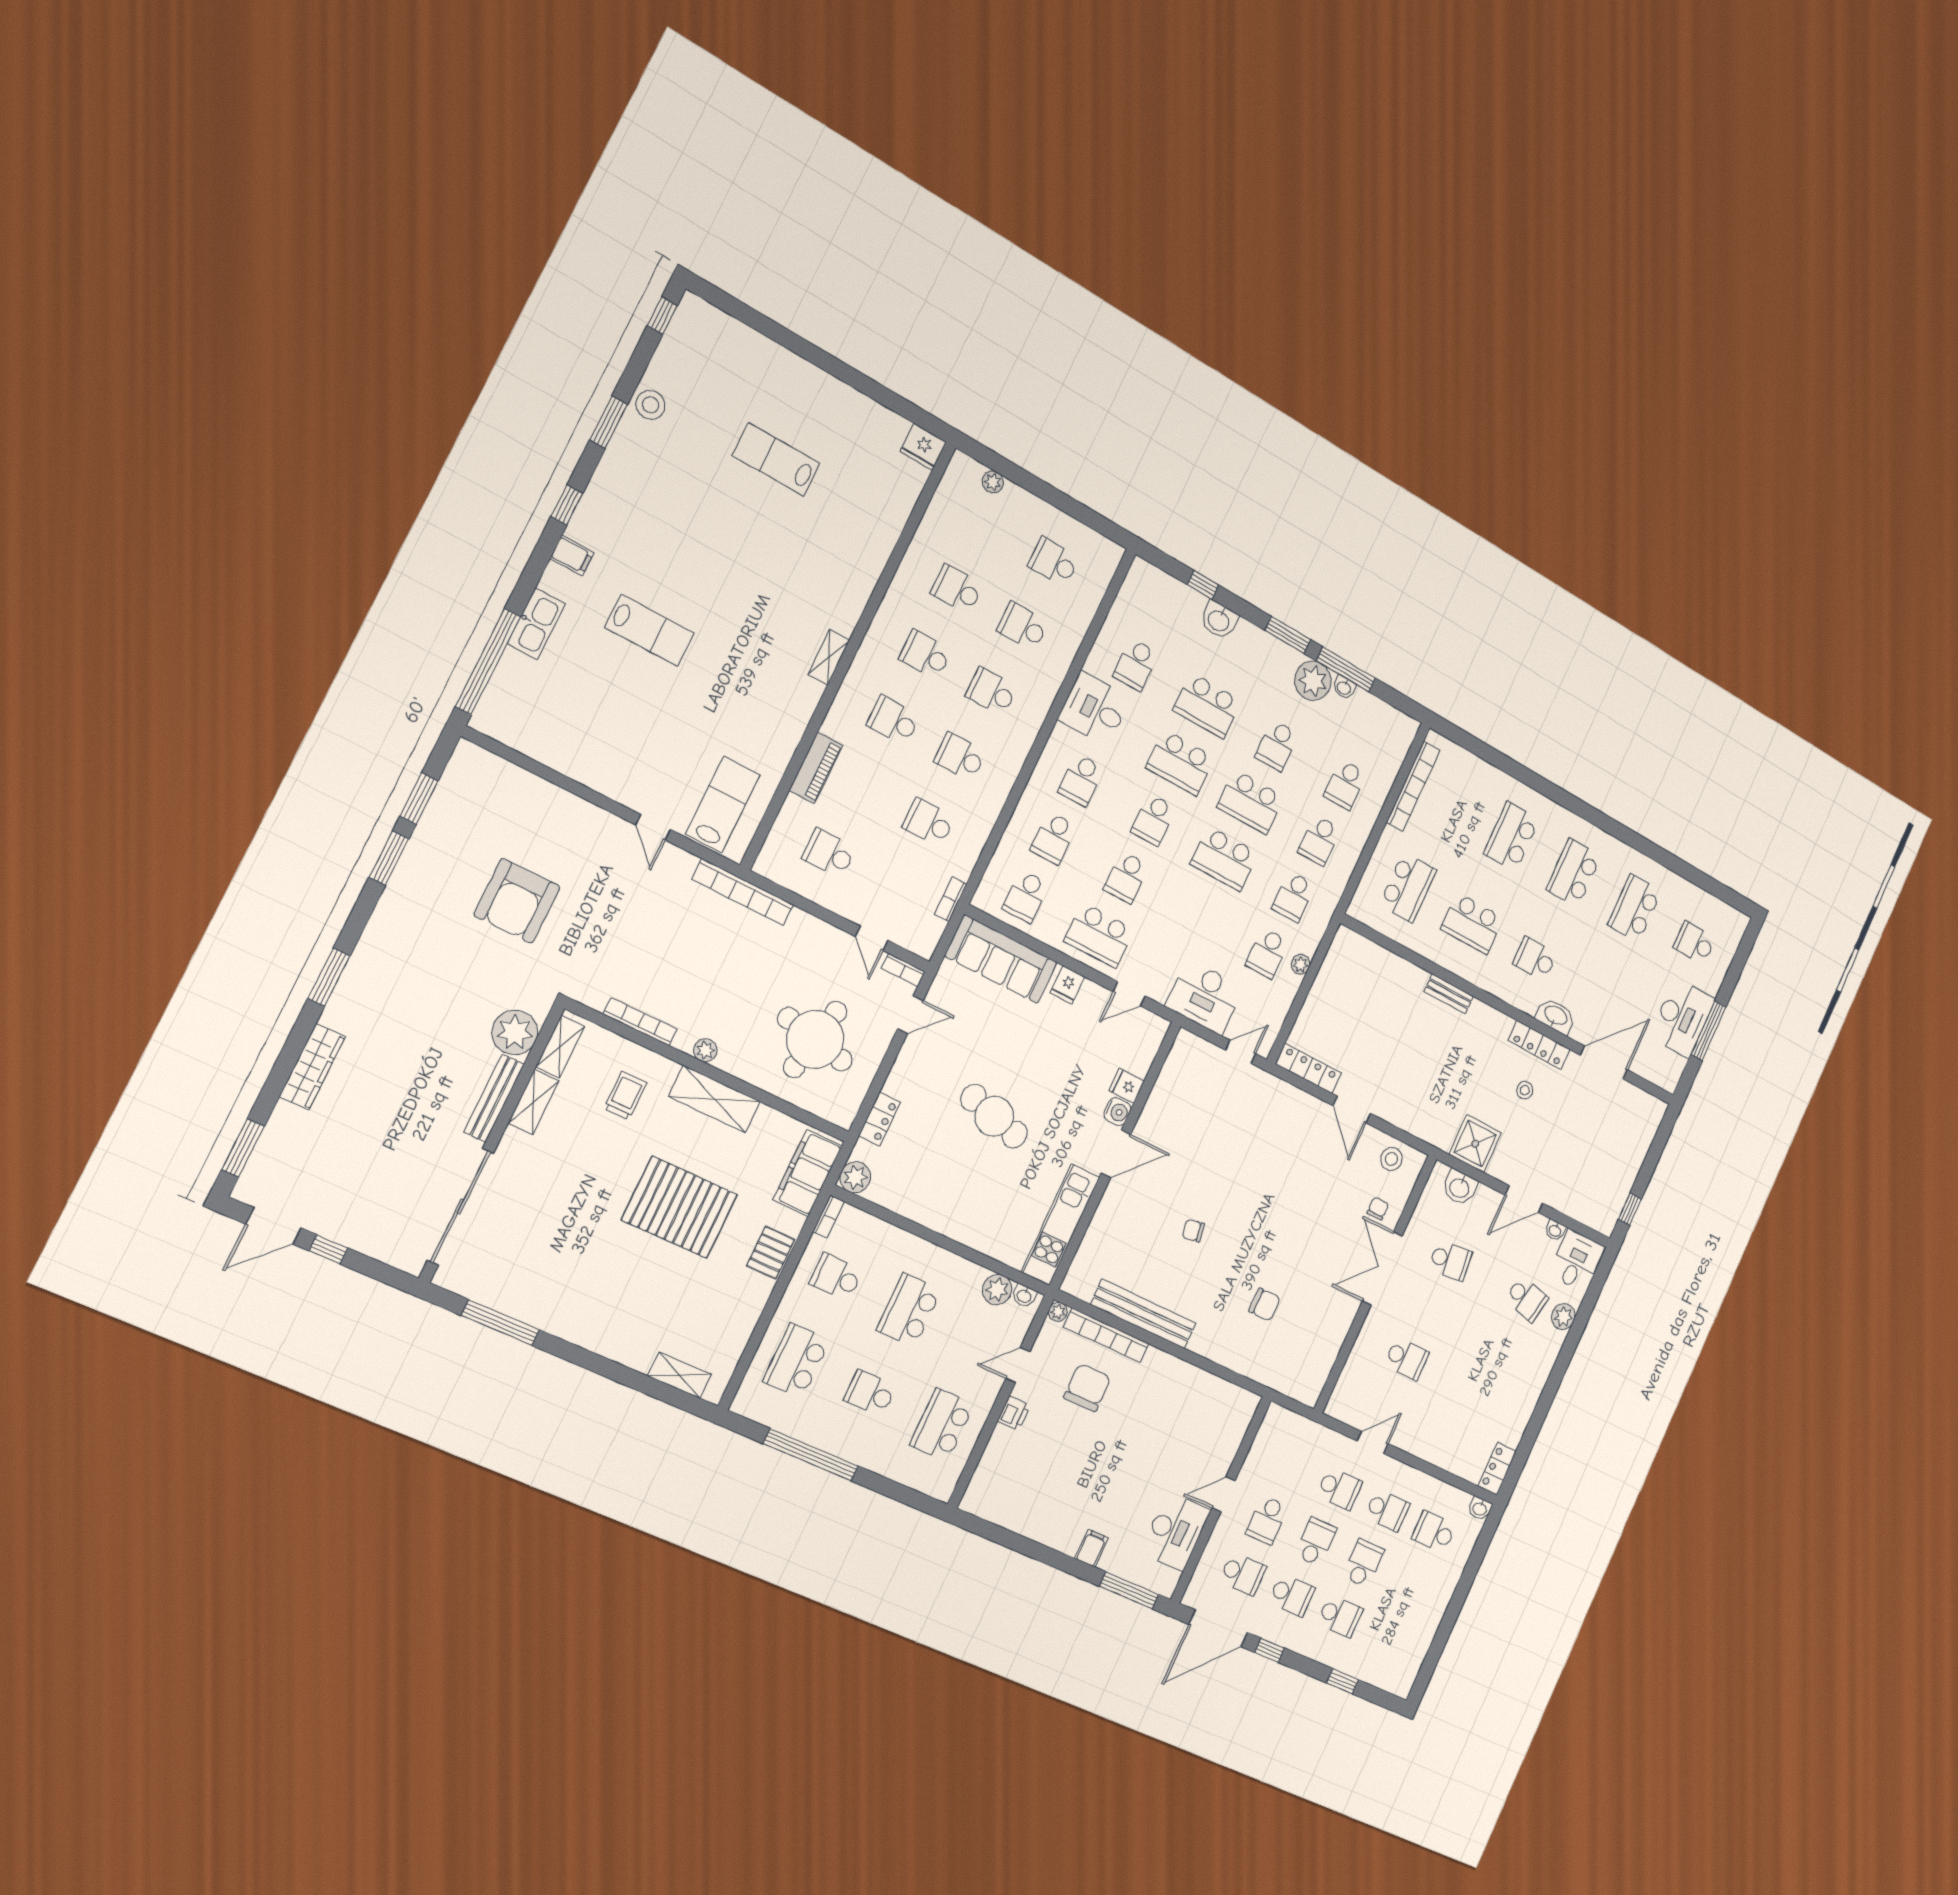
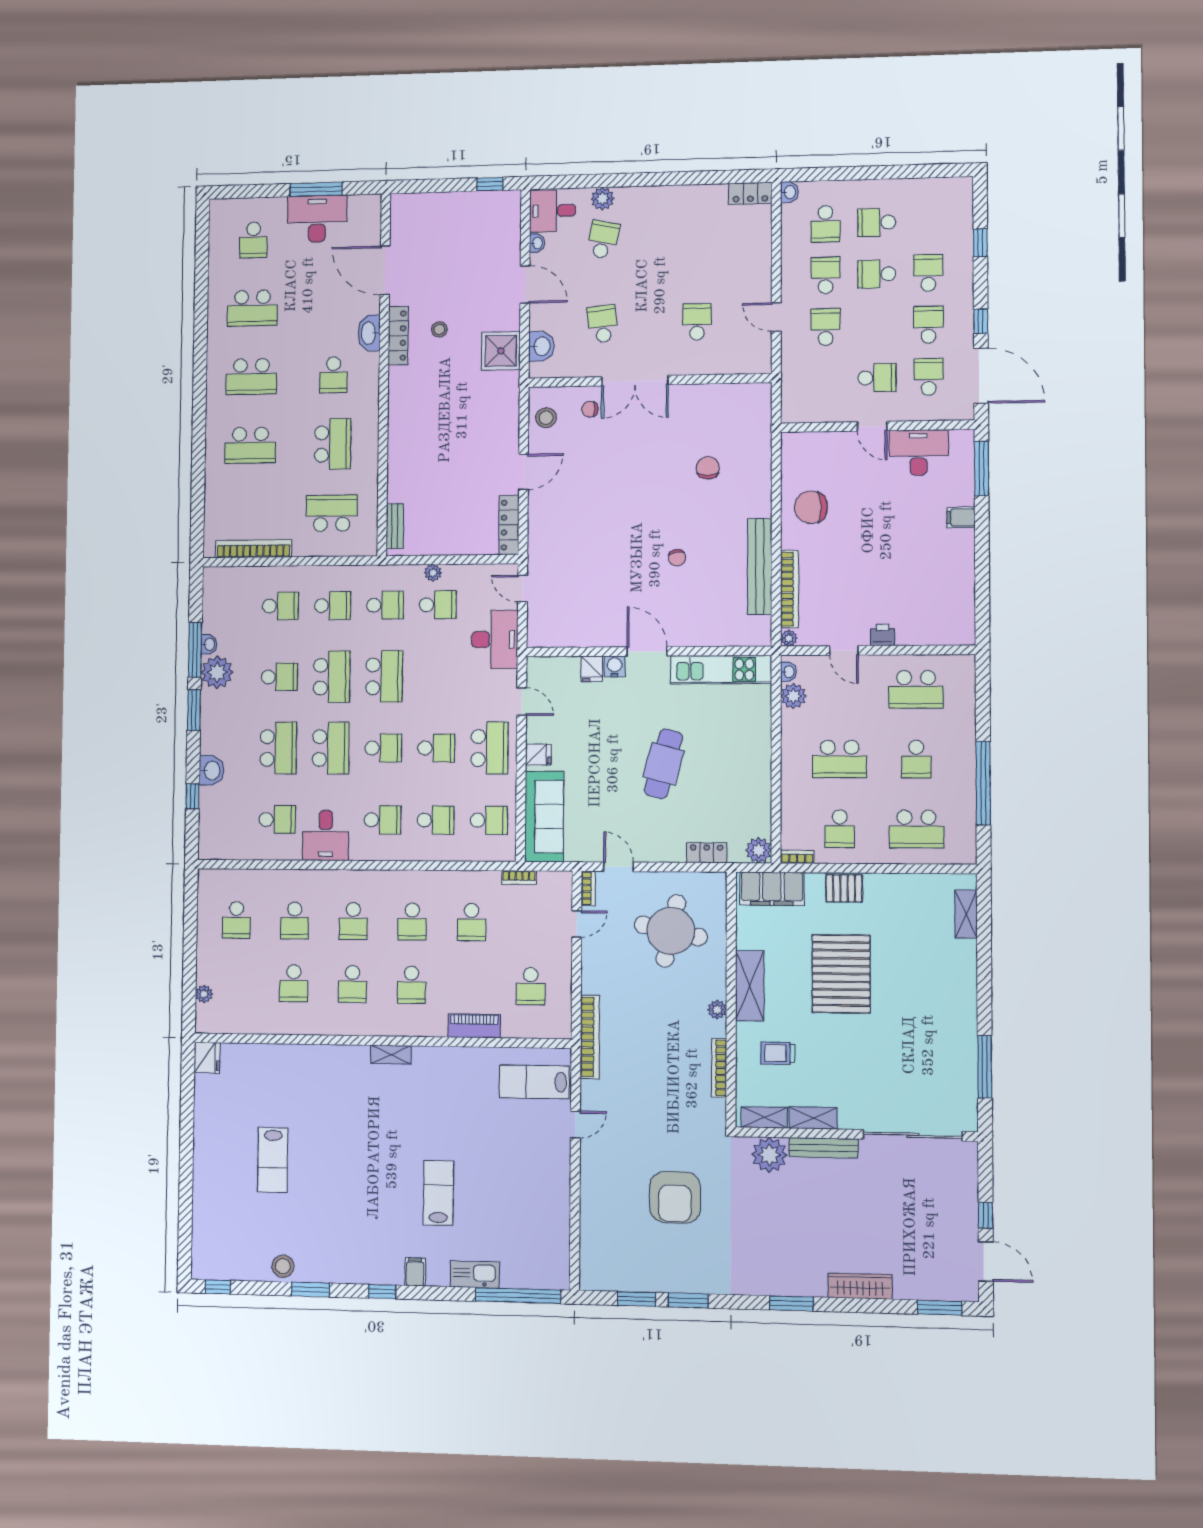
armchair: (517, 901) -> (675, 1197), turned 90
bench: (1449, 994) -> (395, 526), moved
chair: (1087, 1388) -> (811, 507), moved
school desk: (1316, 1542) -> (877, 222), moved

